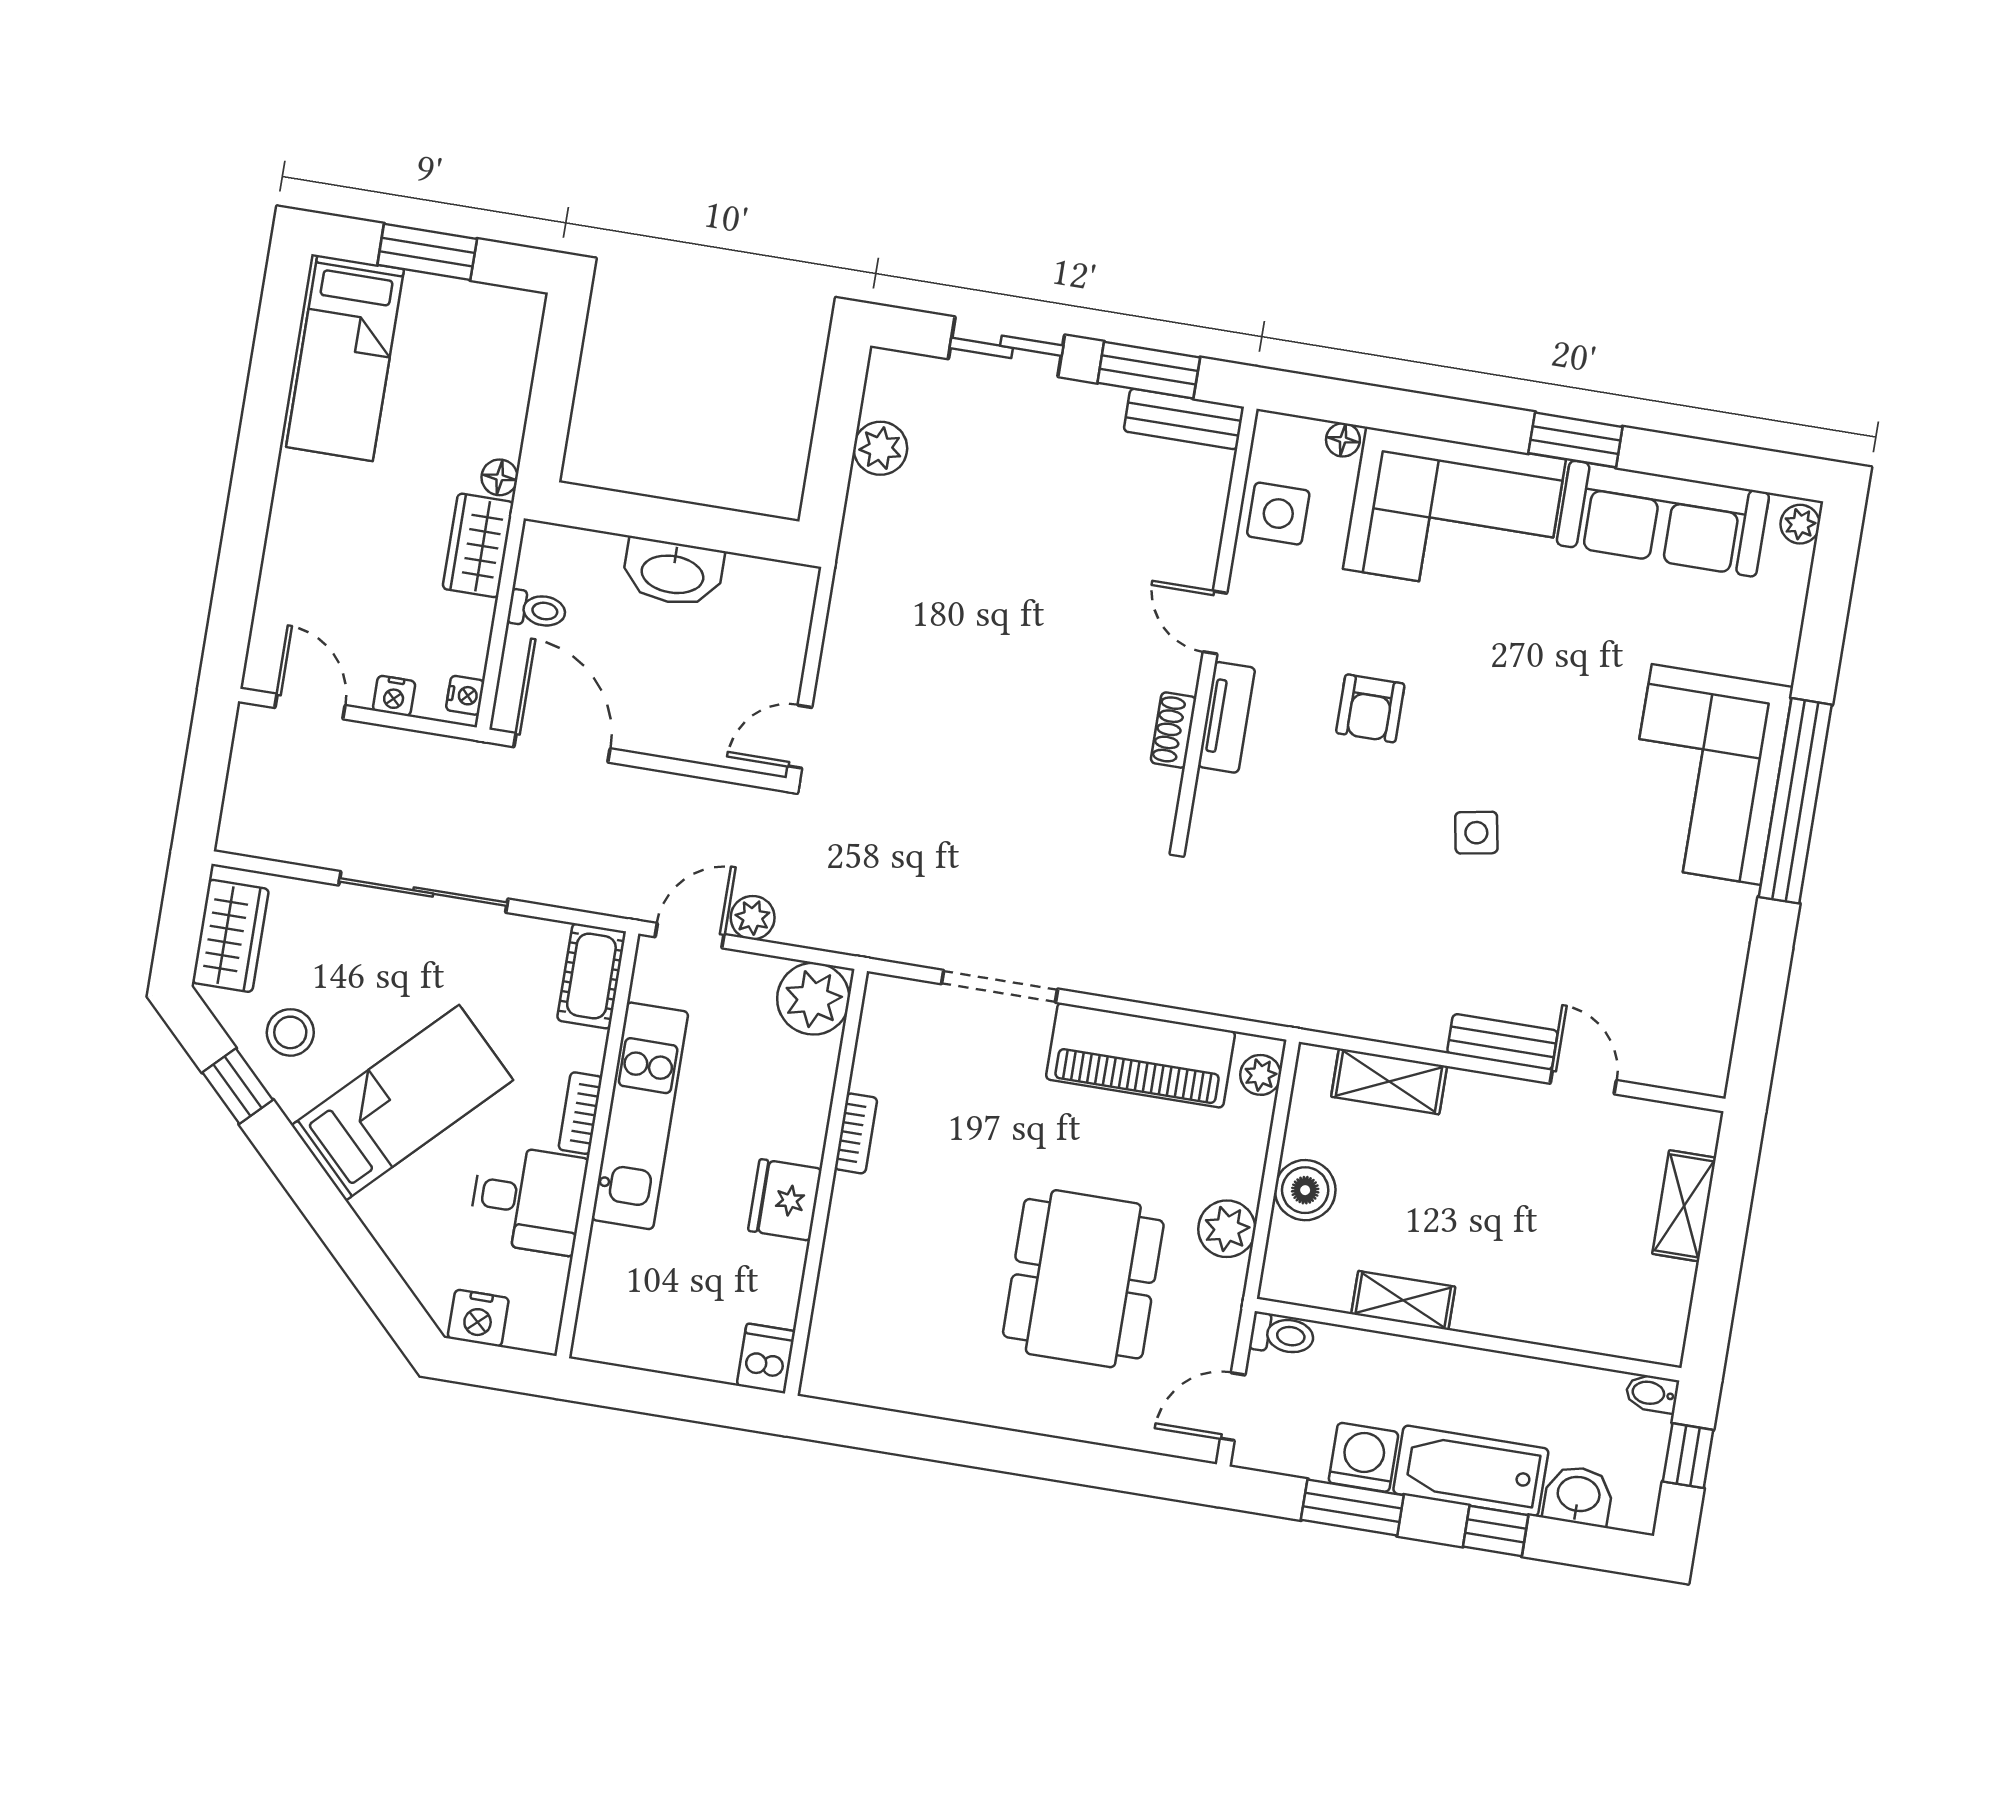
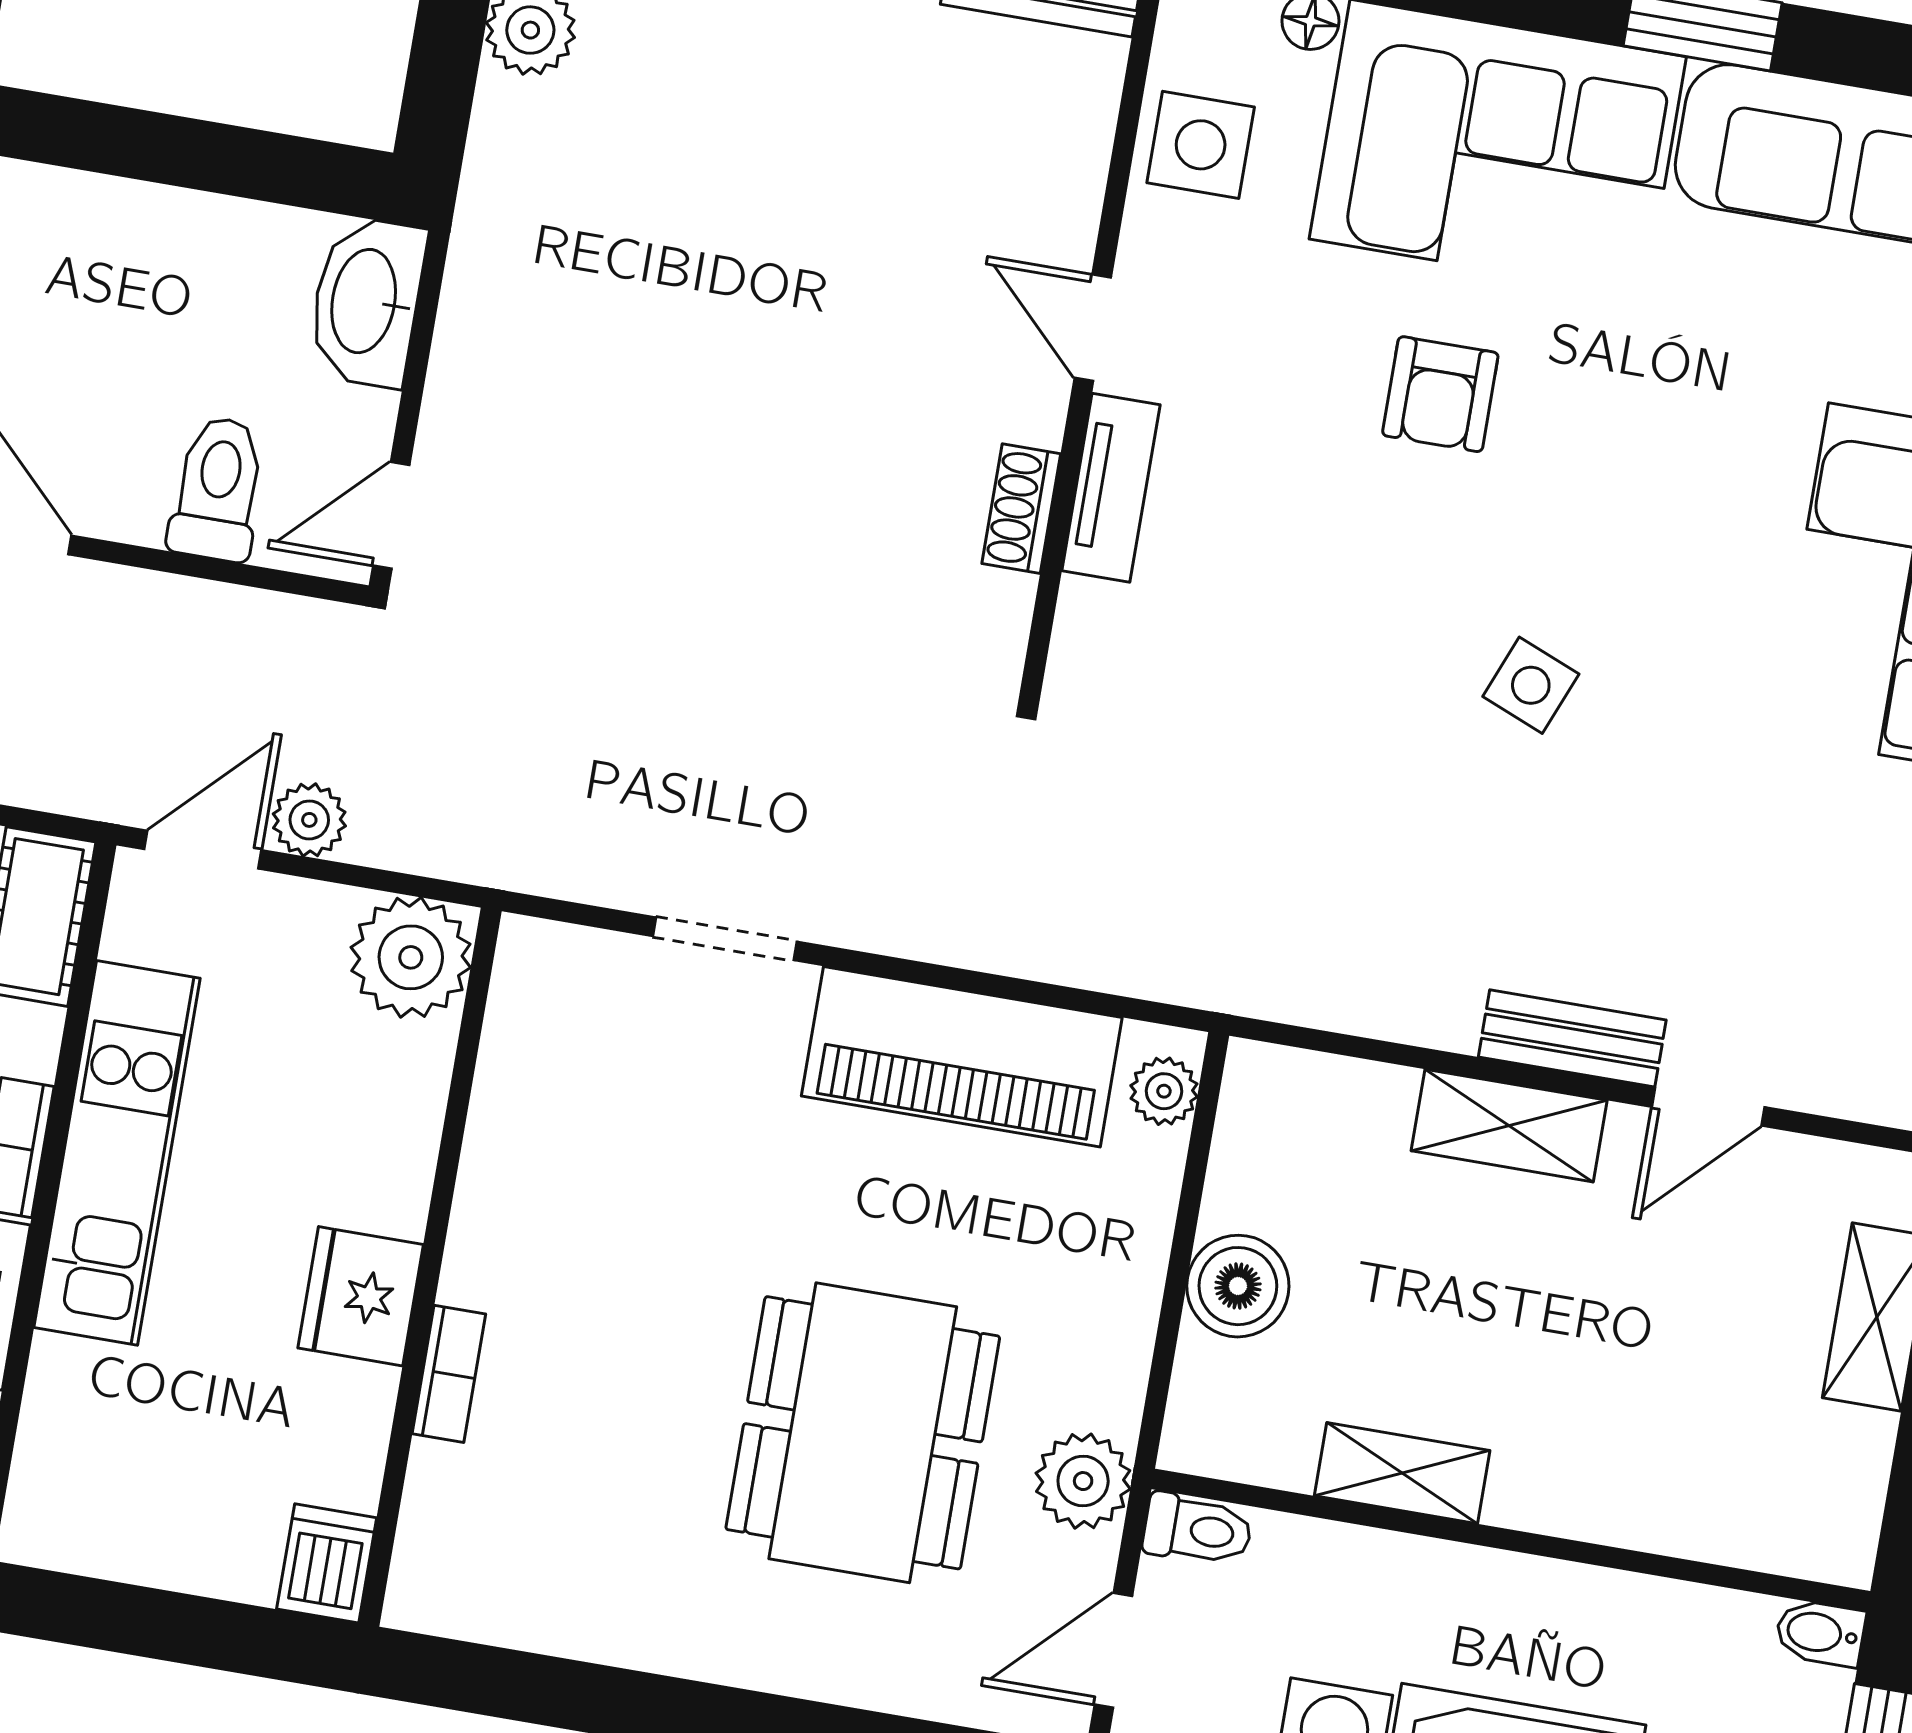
washbasin: (673, 573) -> (367, 302), moved, turned 90
armchair: (1370, 708) -> (1440, 394), moved
toilet: (697, 722) -> (218, 489), added
side table: (1476, 833) -> (1531, 685), turned 32
doorway: (999, 986) -> (725, 939), width x0.73
shelving: (1389, 1081) -> (1509, 1126), moved
door: (1583, 1082) -> (1708, 1107), swing flipped
bookcase: (856, 1133) -> (449, 1374), moved
plant: (1227, 1229) -> (1083, 1481), moved

